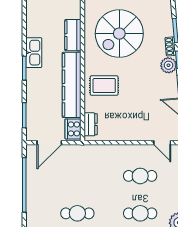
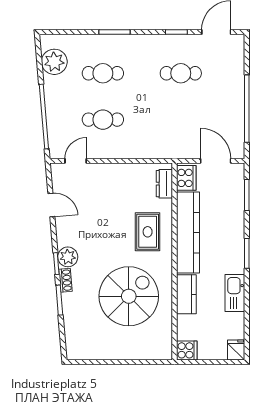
kitchen sink: (34, 53) -> (235, 293), moved
rug: (104, 86) -> (148, 232), turned 90
door: (49, 143) -> (216, 161), hinge flipped
door: (162, 143) -> (76, 161), hinge flipped

